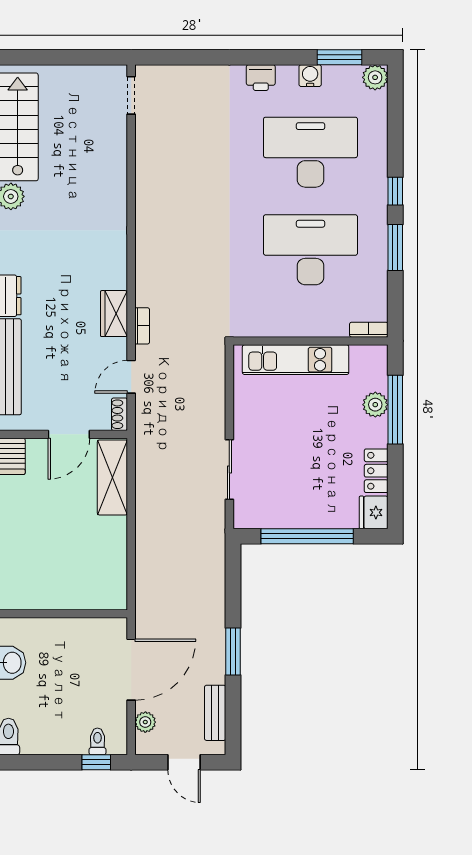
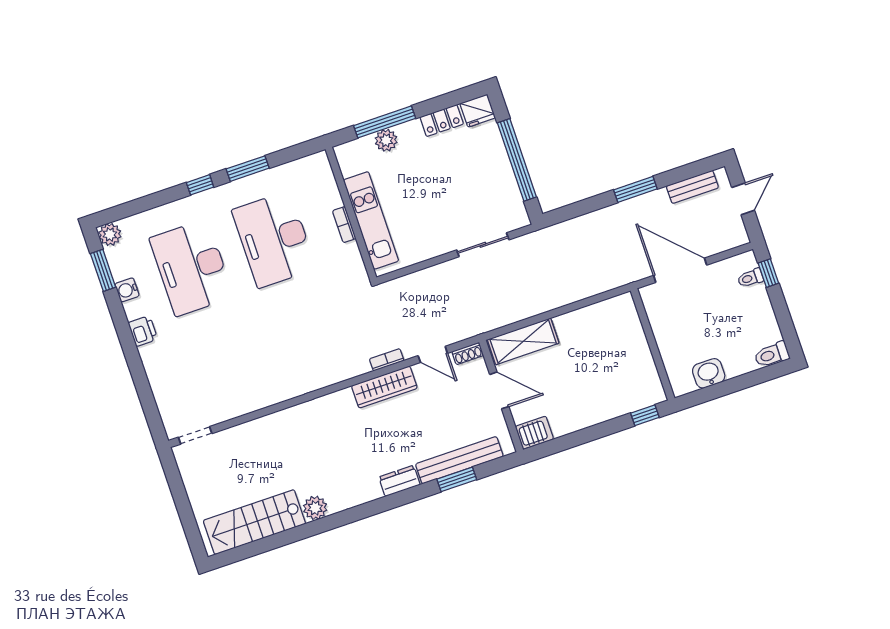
wardrobe: (114, 314) -> (384, 387), width x1.50
bookcase: (369, 330) -> (344, 225), moved
plant: (145, 722) -> (720, 243), removed

